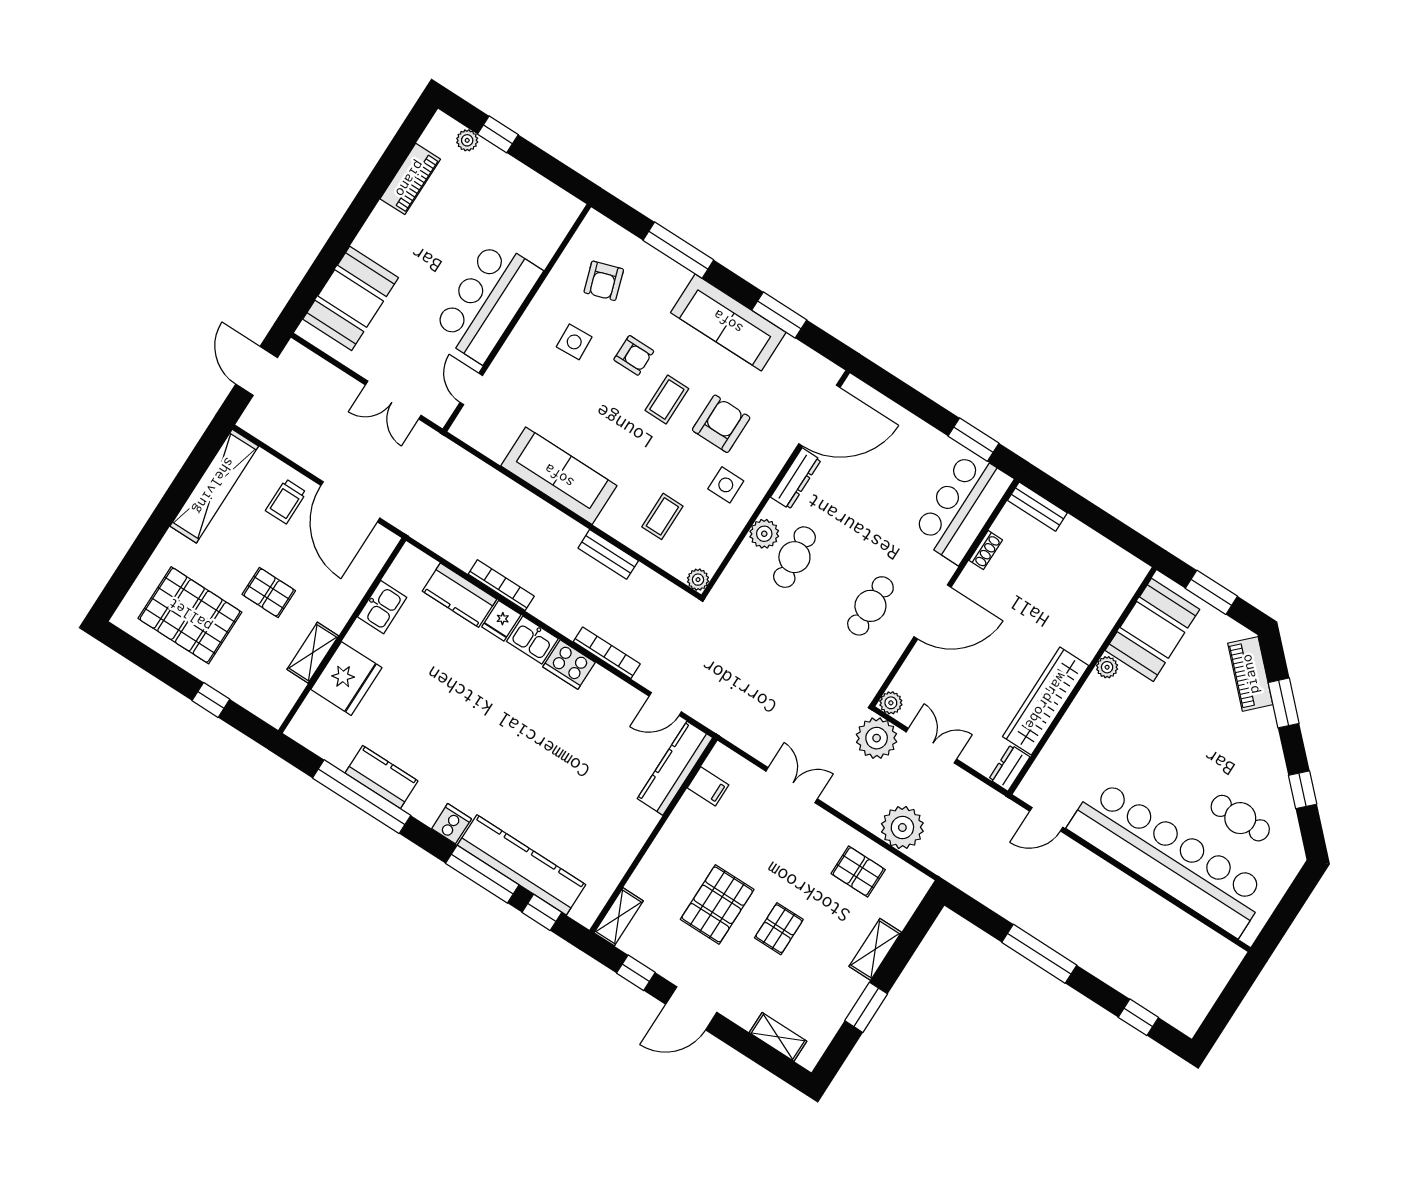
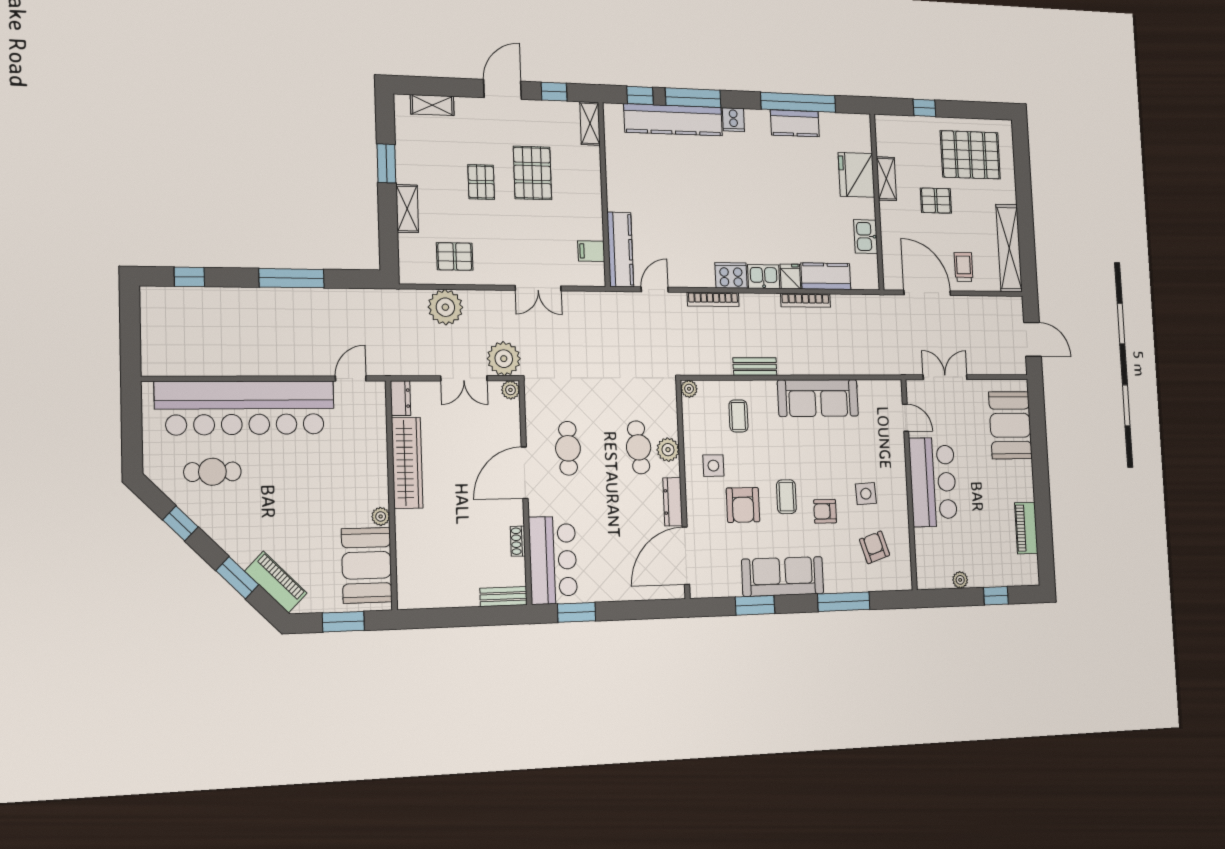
plant: (467, 140) -> (960, 580), moved

